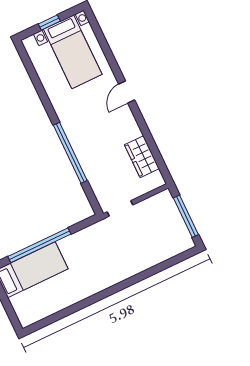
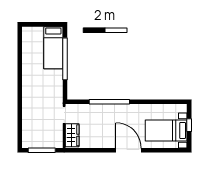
door: (127, 92) -> (129, 150), width x1.87
wardrobe: (142, 157) -> (72, 135), moved, turned 90

